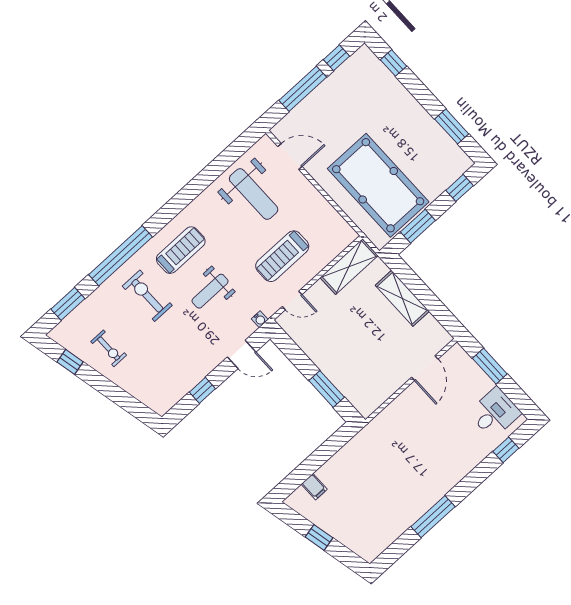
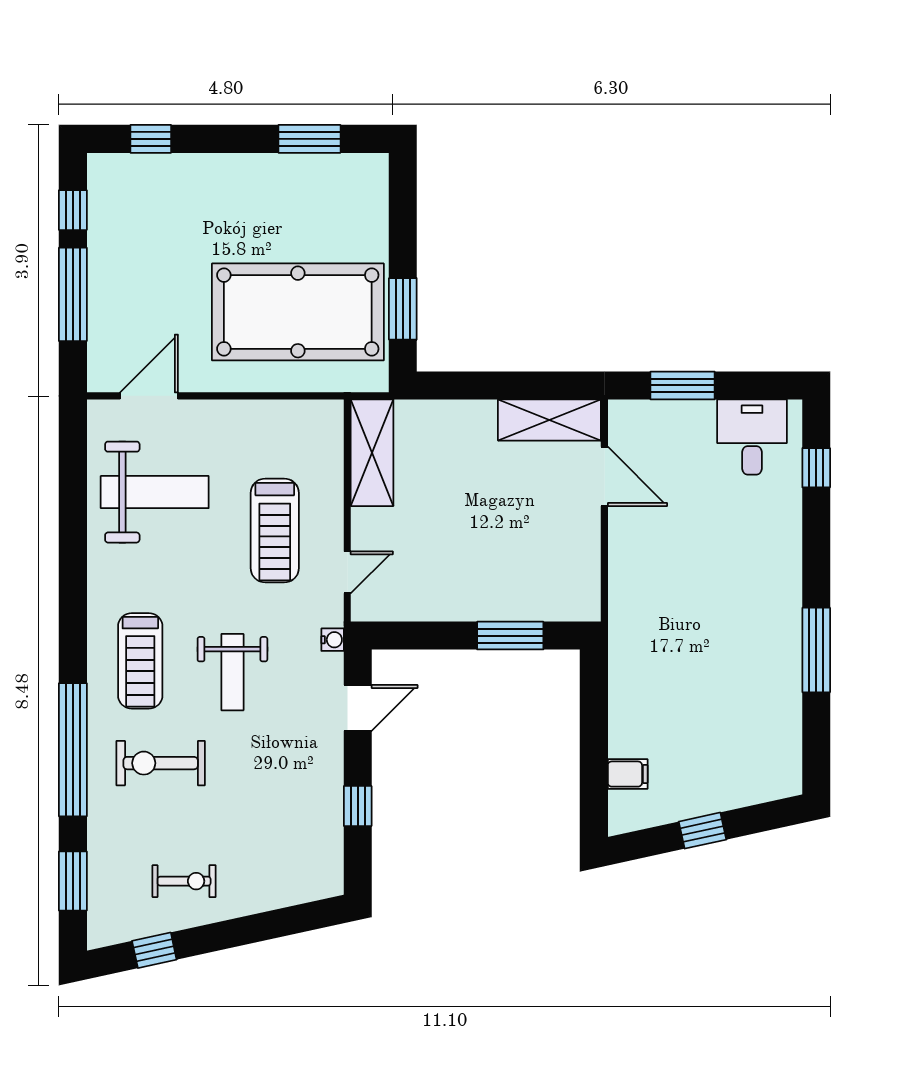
window: (460, 188) -> (403, 205), removed
treadmill: (181, 250) -> (140, 661), turned 180
shelving: (402, 298) -> (549, 420), moved

